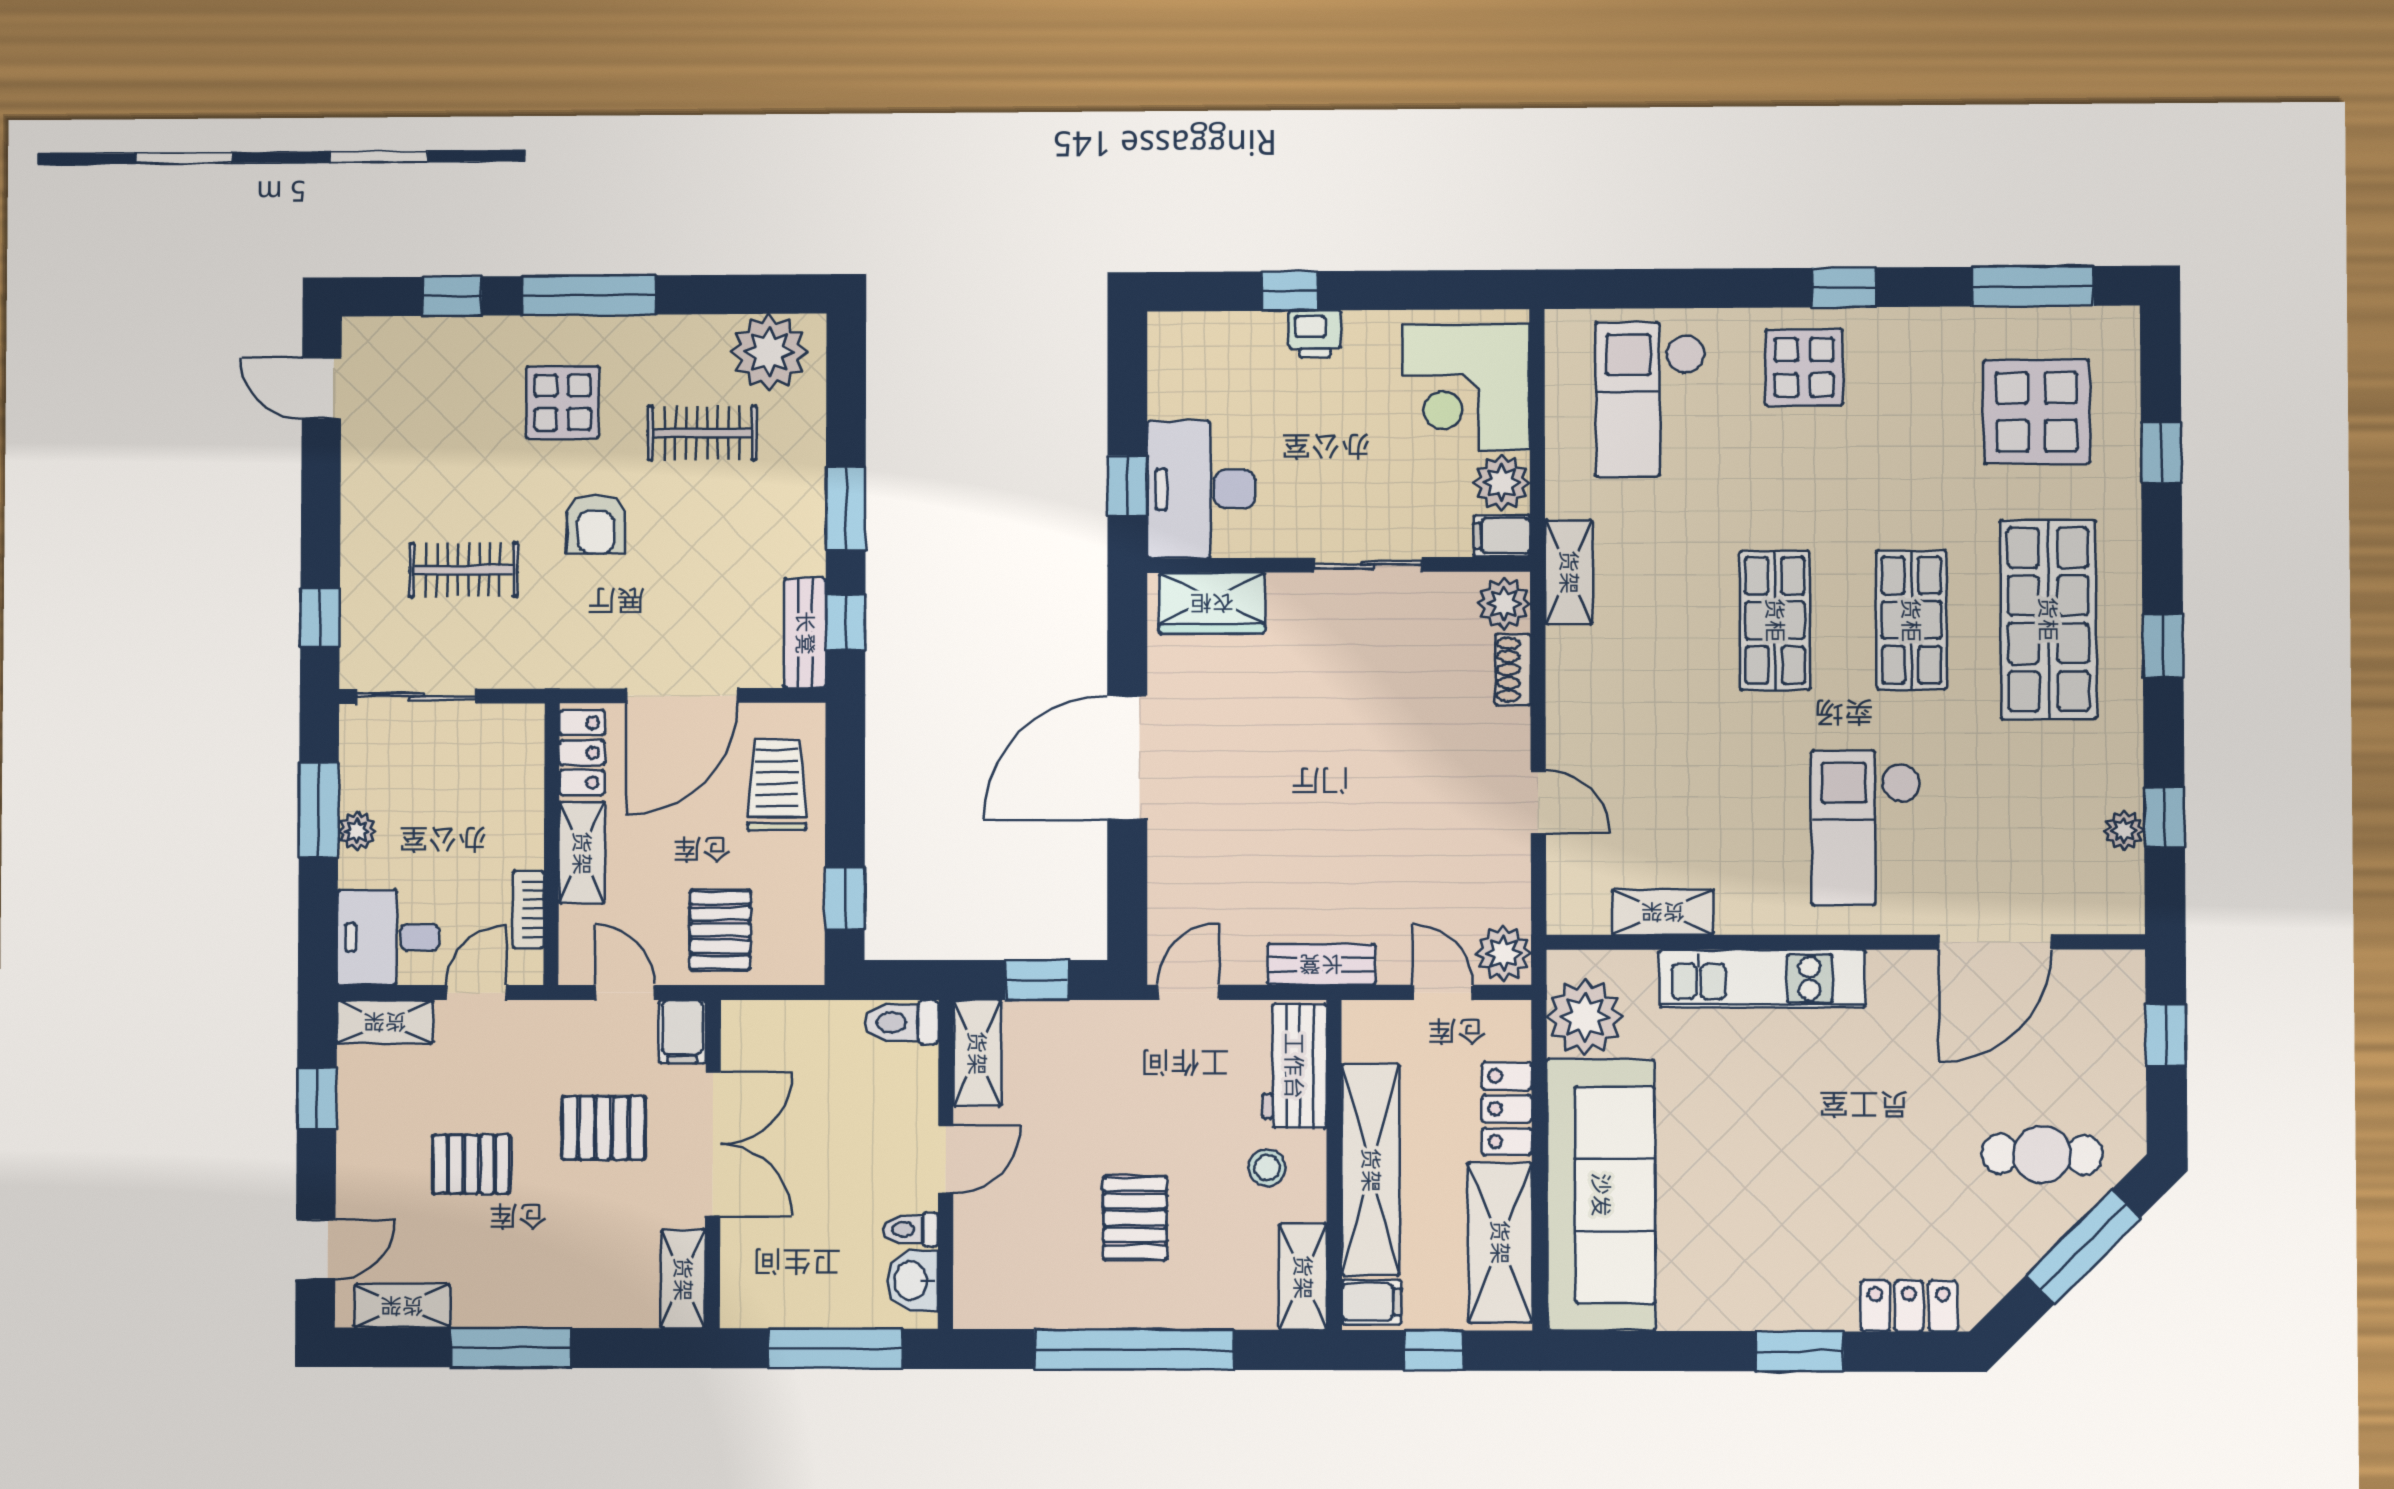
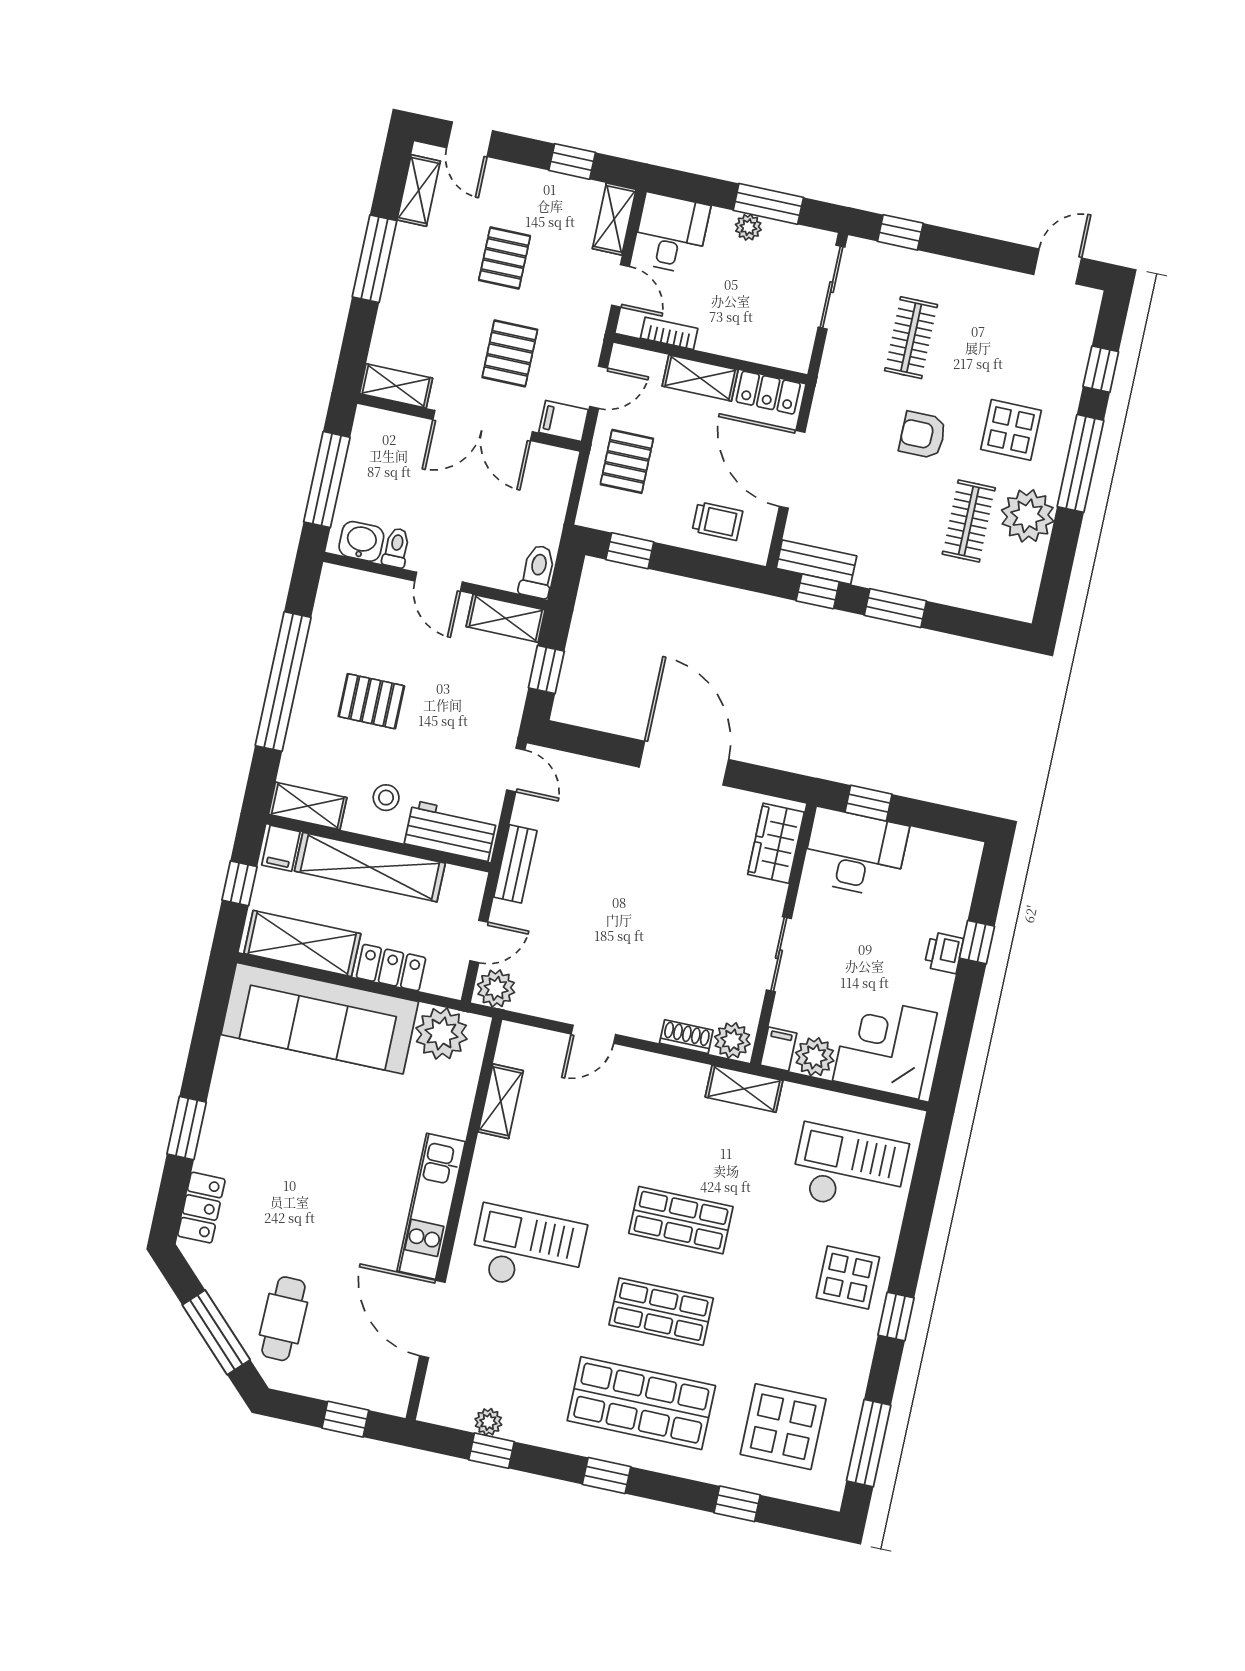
plant: (769, 352) -> (1028, 516), moved
trolley: (777, 785) -> (717, 521), width x0.73, depth x0.72
pallet: (720, 930) -> (627, 461), turned 90
kitchen unit: (1762, 979) -> (431, 1206), moved

